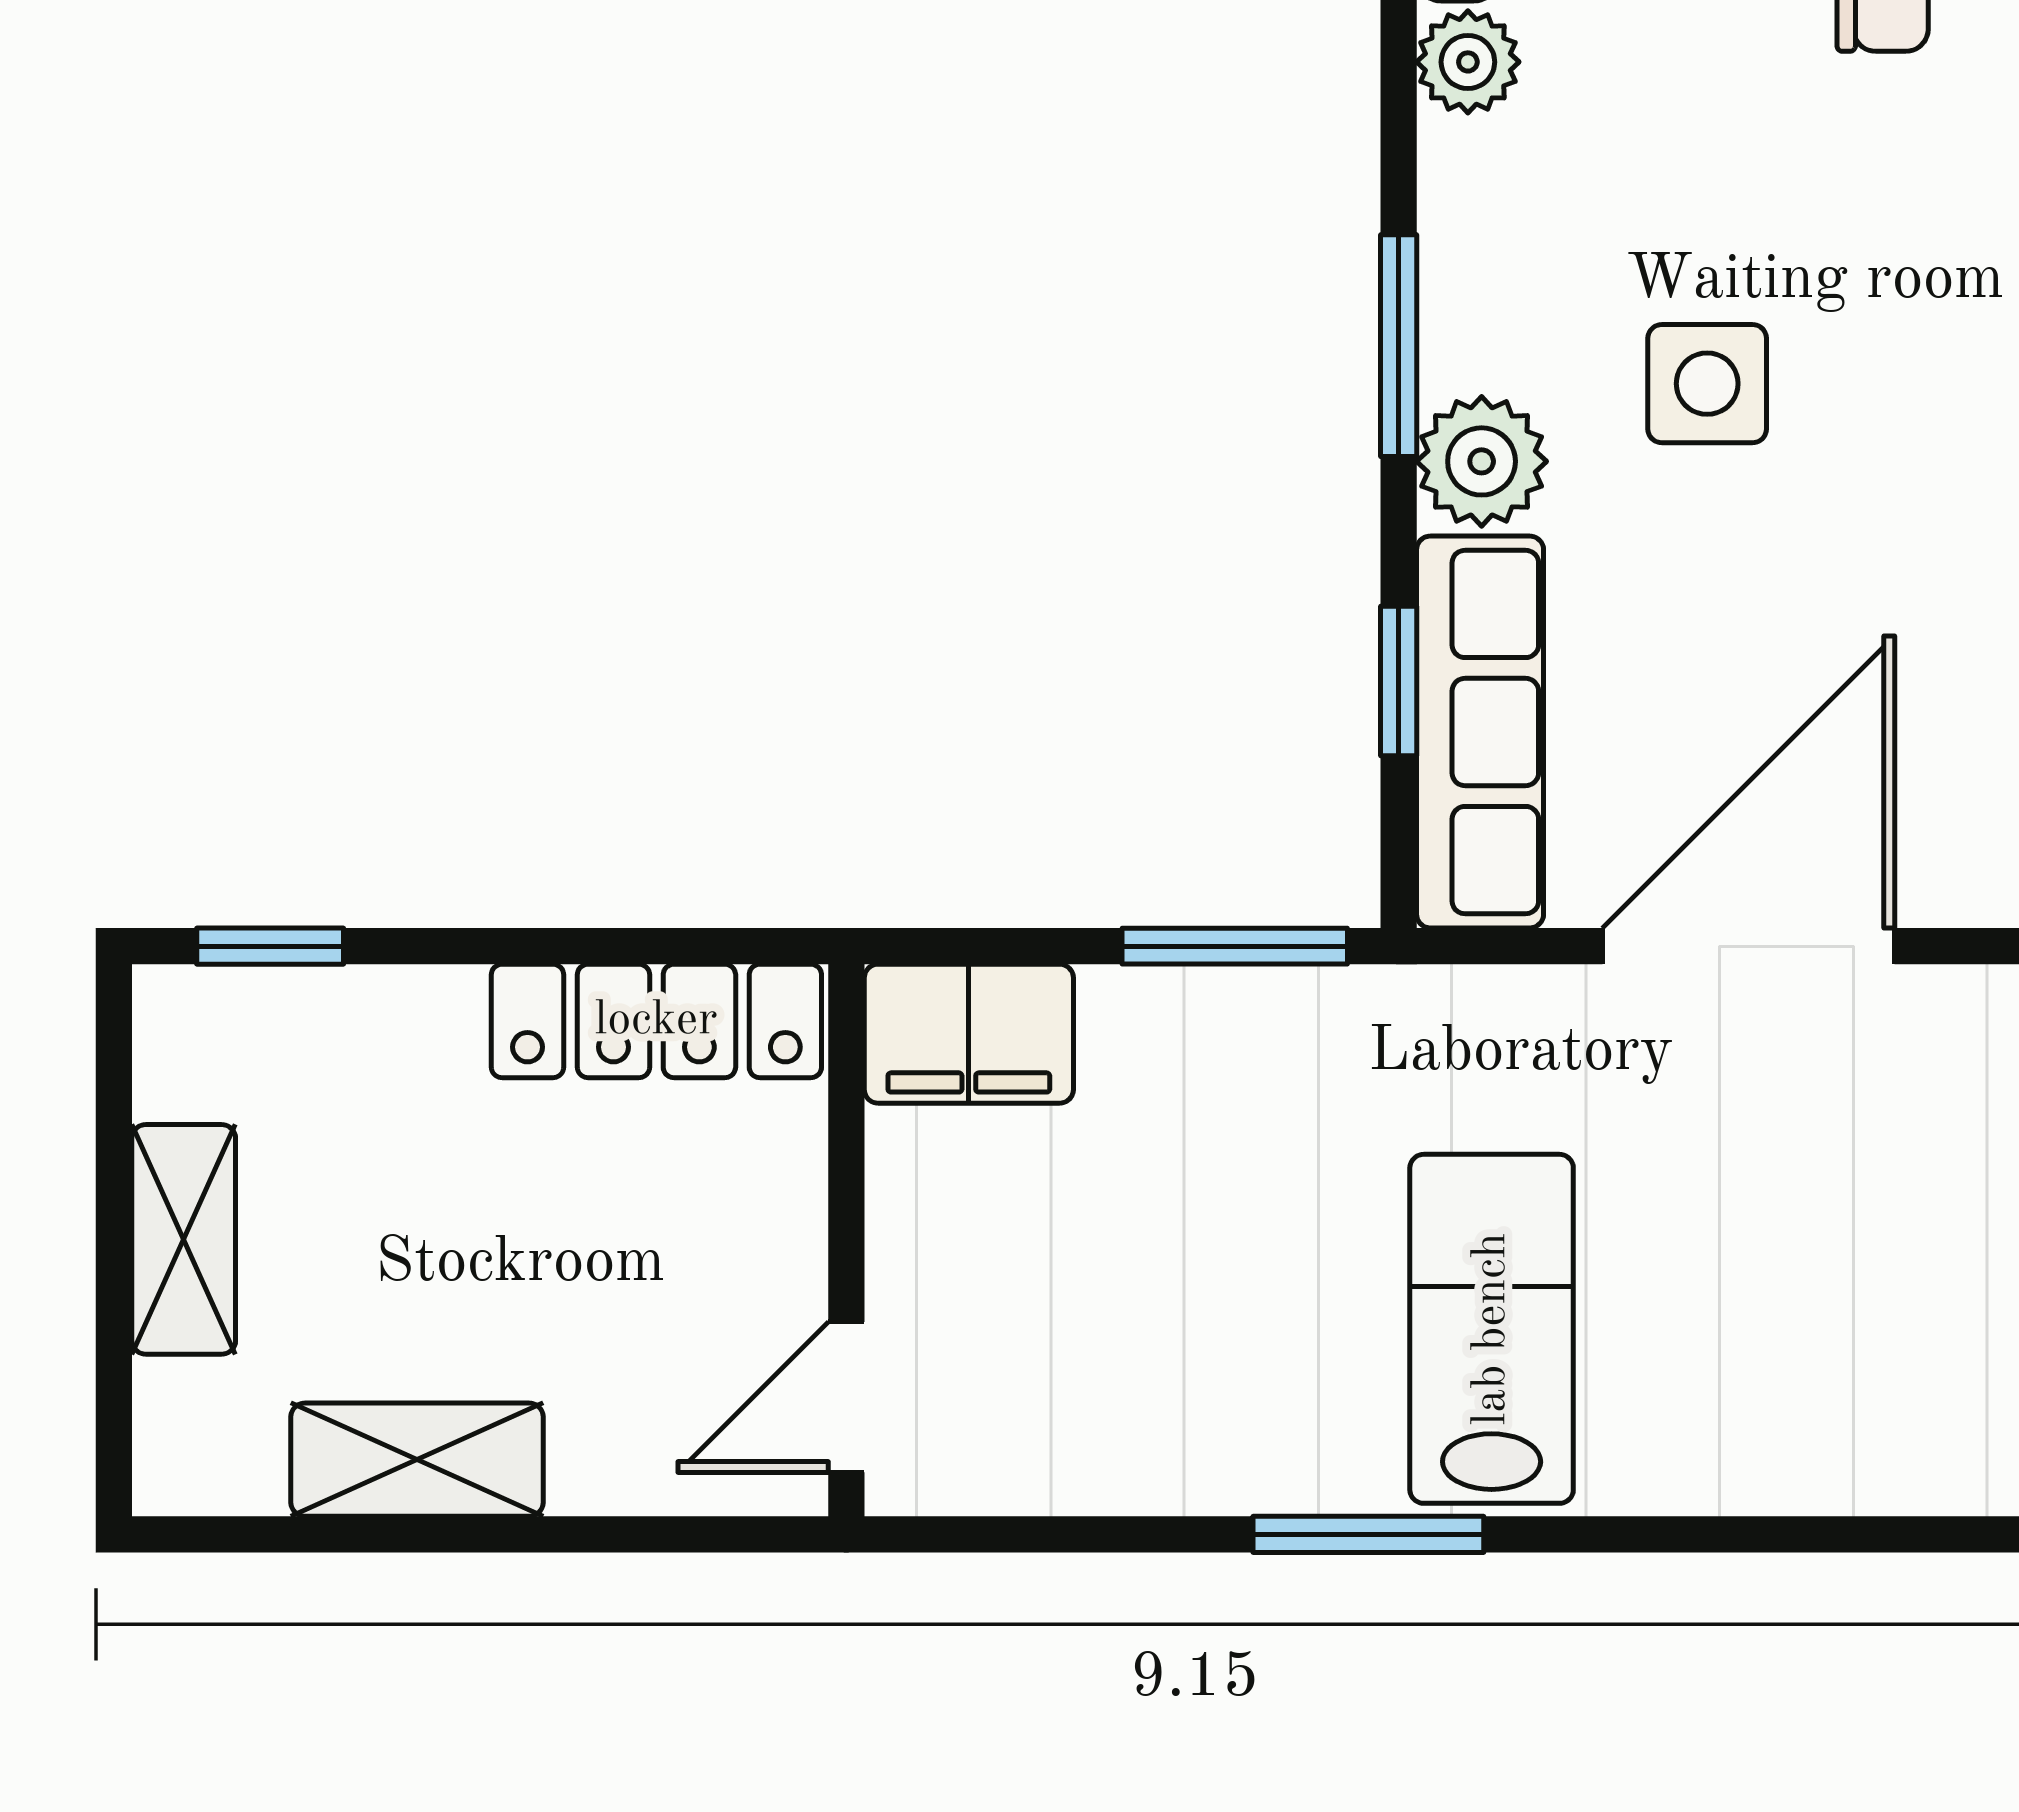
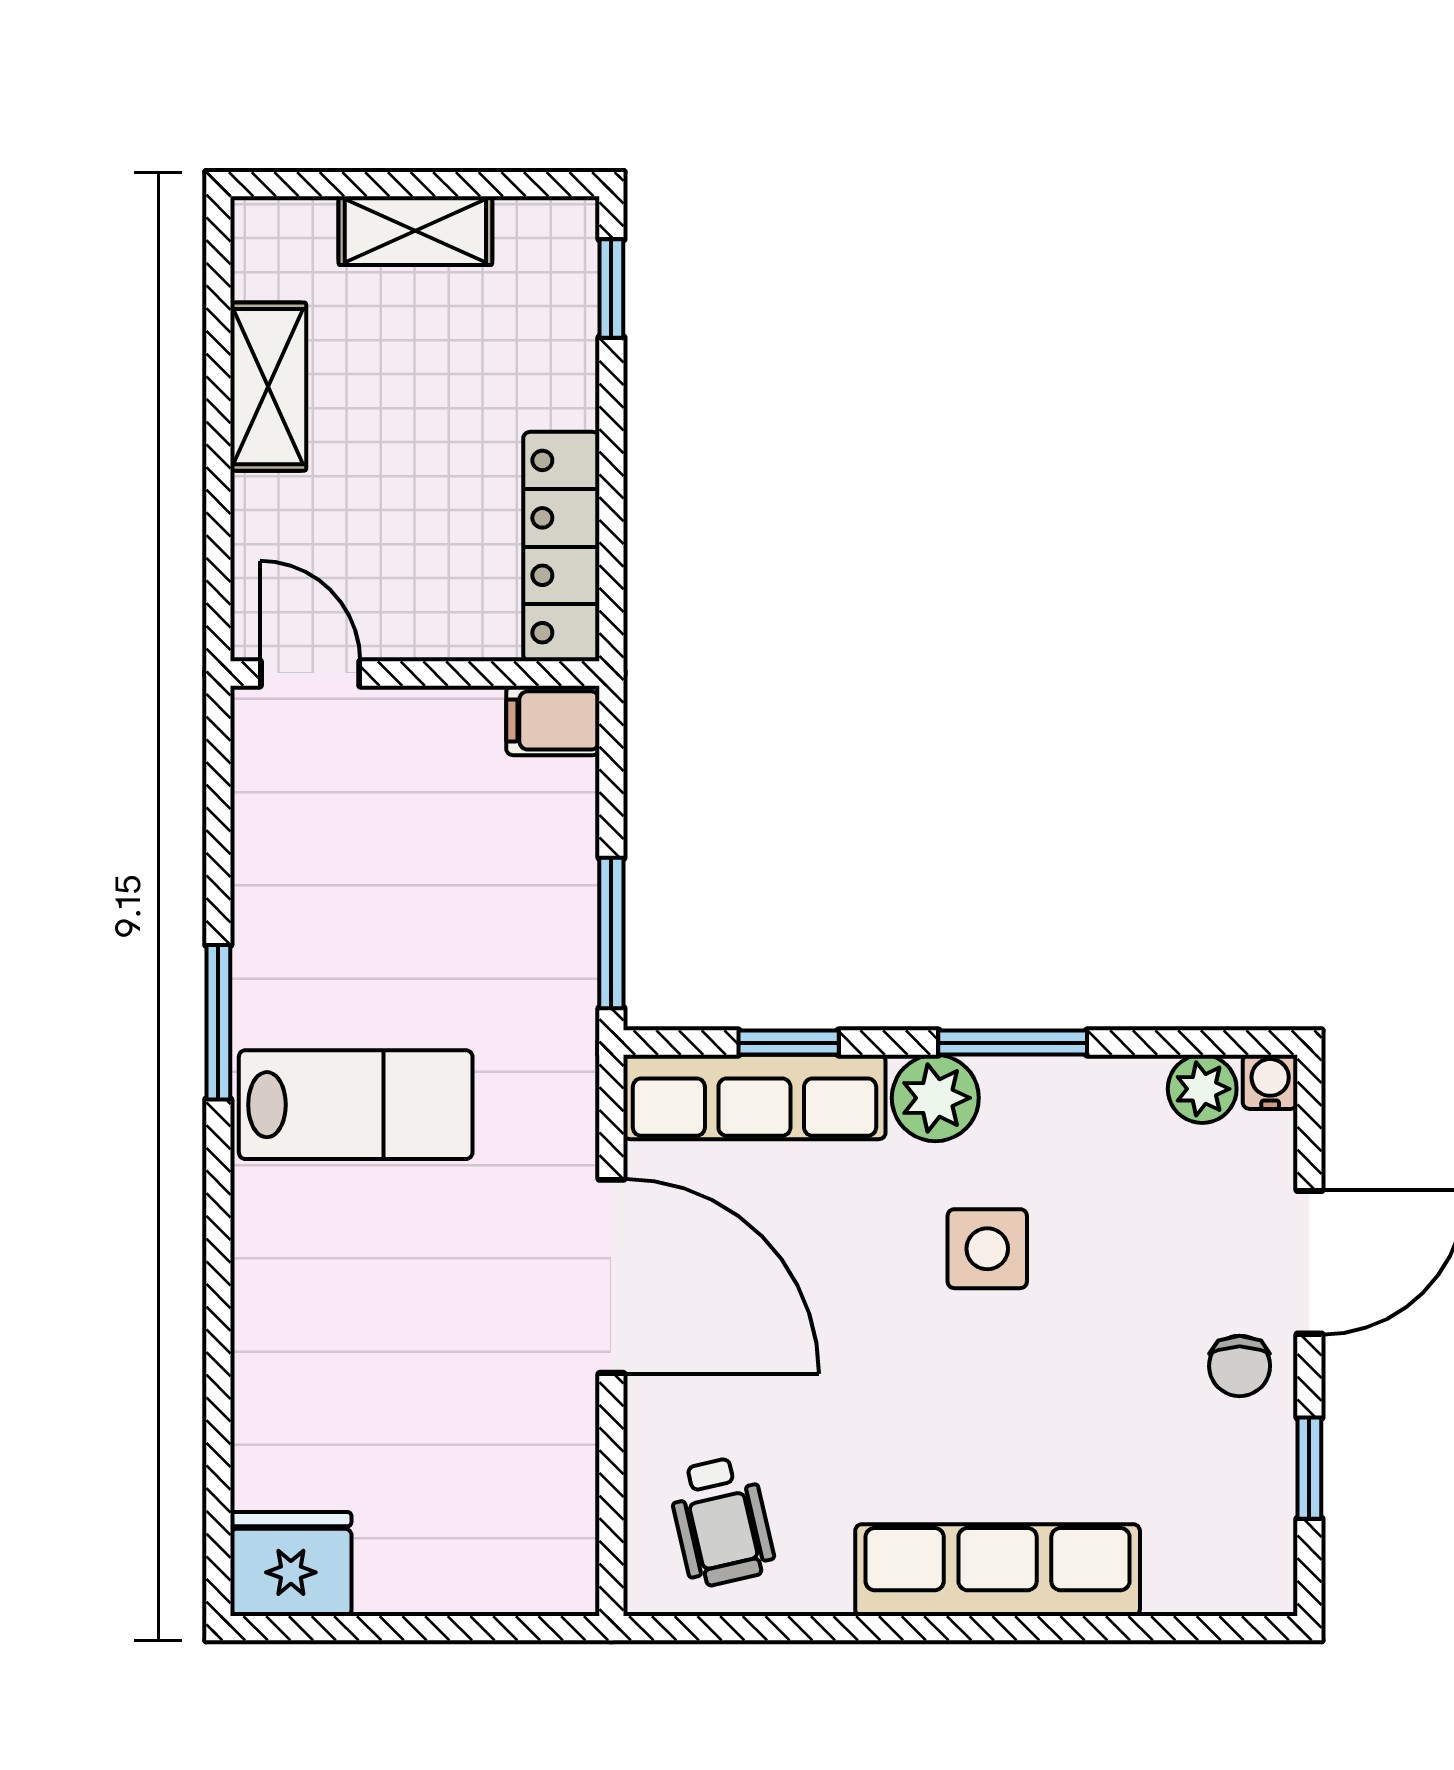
filing cabinet: (969, 1034) -> (553, 720), width x0.50

